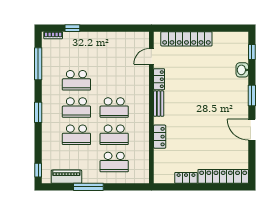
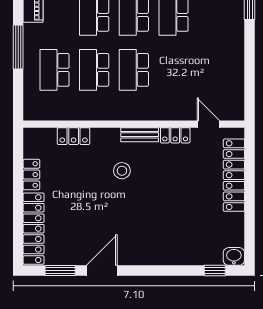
washbasin: (242, 70) -> (234, 256), moved
window: (252, 95) -> (60, 270), moved
stool: (183, 116) -> (122, 171), added
locker: (160, 137) -> (74, 136), moved
window: (88, 187) -> (18, 47), moved

